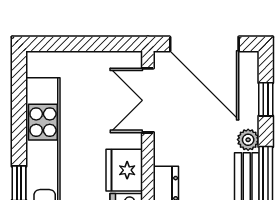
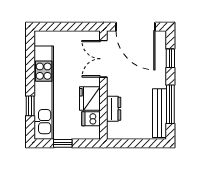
plant: (248, 140) -> (160, 81), removed

